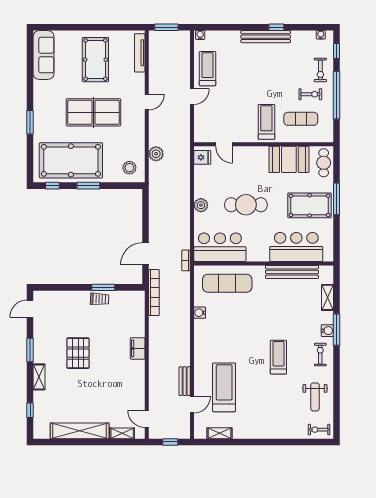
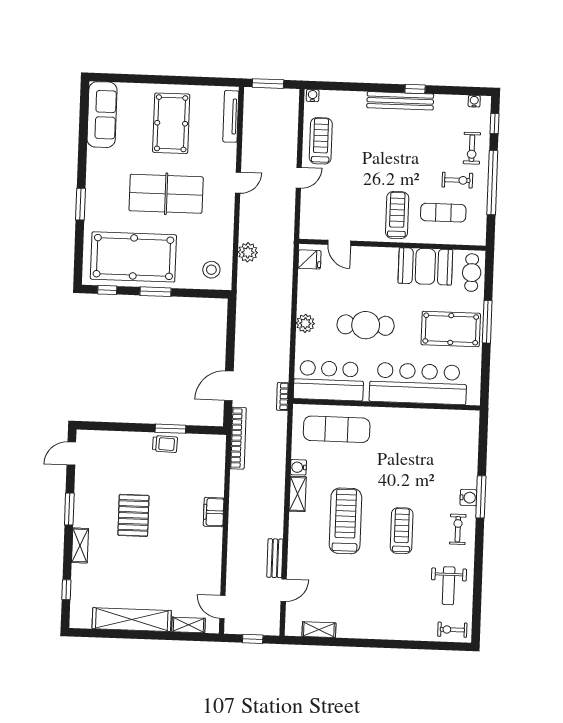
bar counter: (296, 247) -> (418, 384), width x1.36
bench: (292, 272) -> (424, 417), removed
shelving: (328, 297) -> (298, 494), moved
treadmill: (224, 387) -> (345, 521), moved

